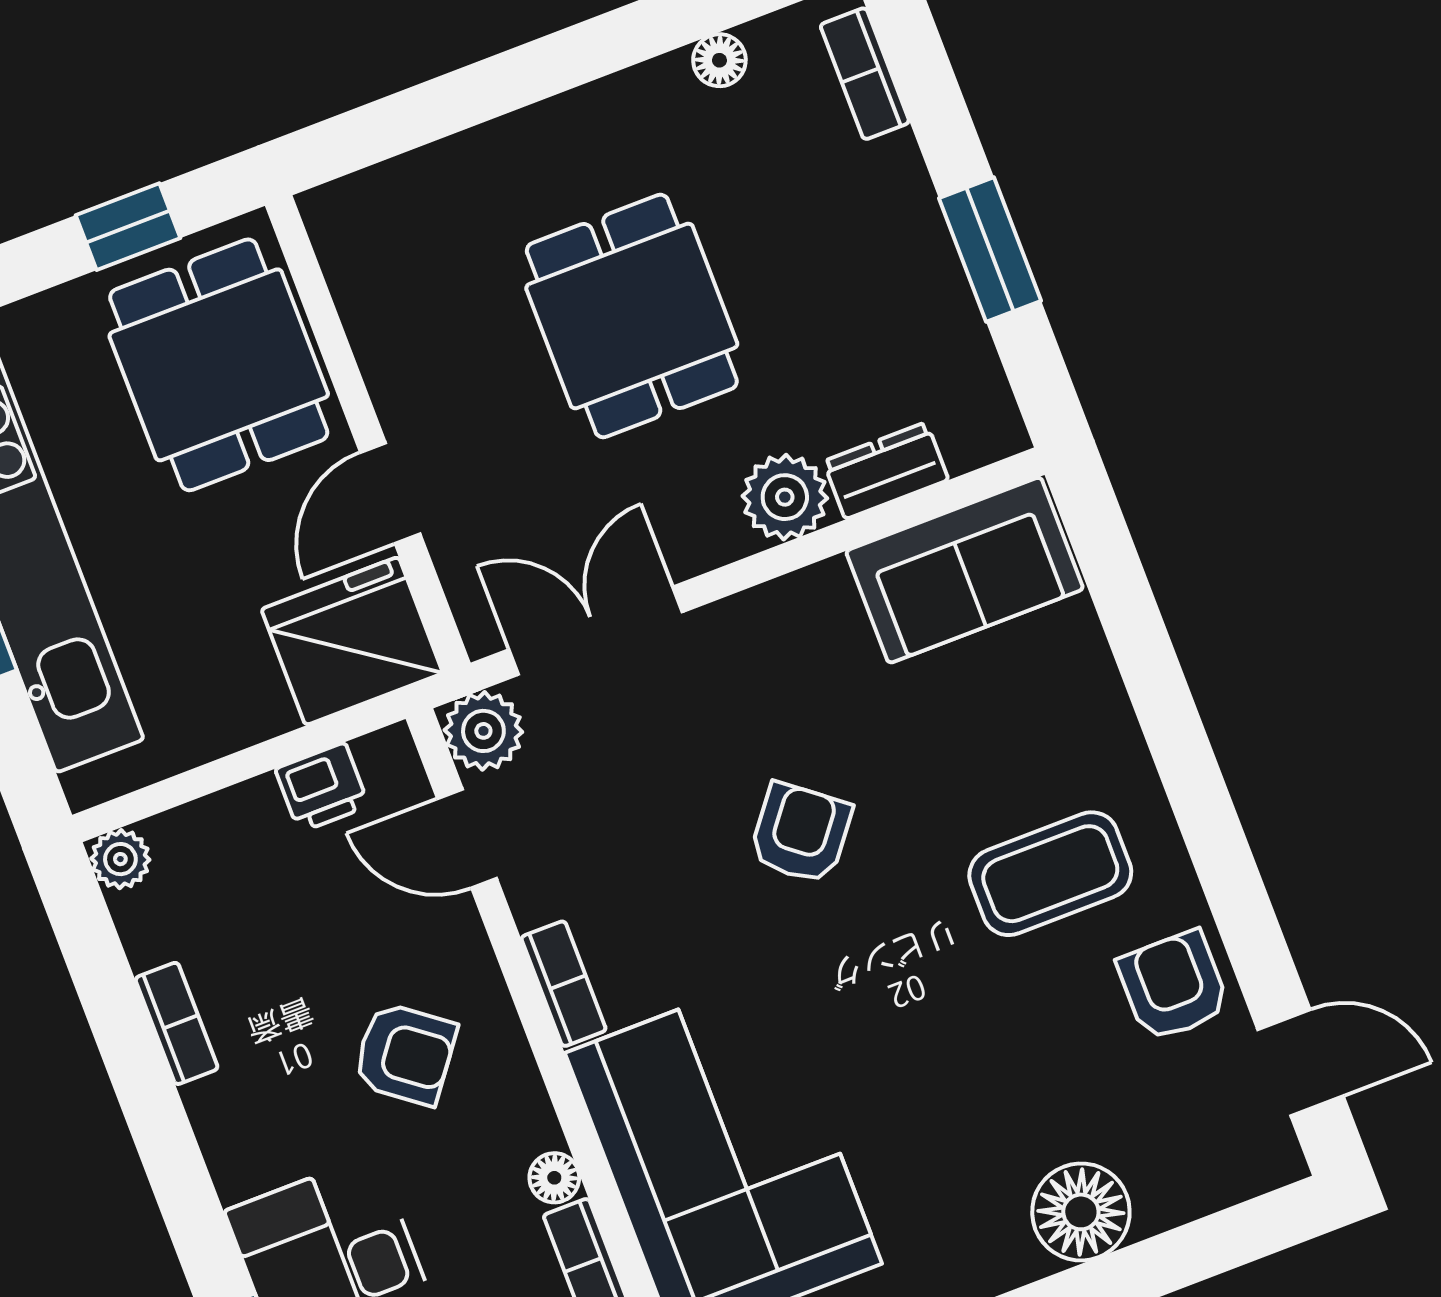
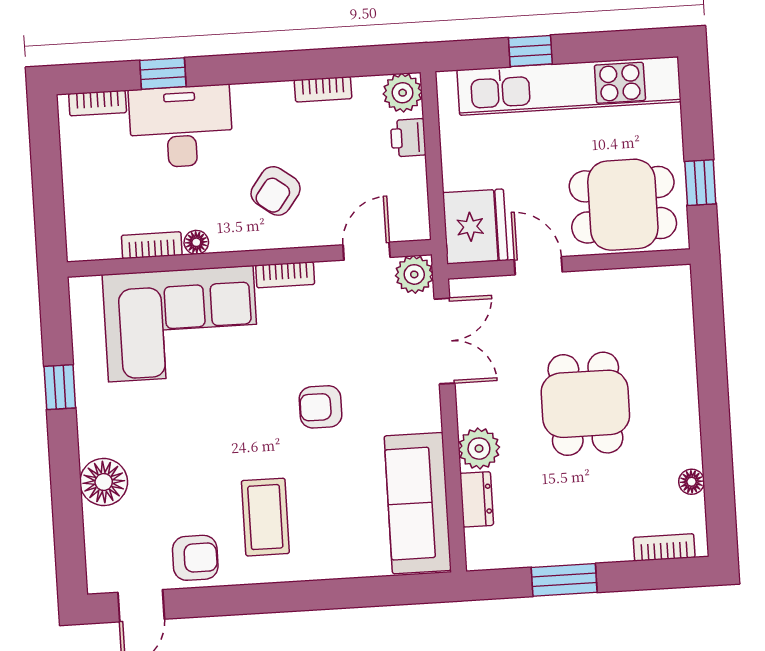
dining table: (632, 316) -> (585, 404), turned 90
sofa: (965, 570) -> (418, 503), width x1.36
printer: (322, 787) -> (408, 138), moved
armchair: (801, 833) -> (321, 407), turned 142
plant: (120, 859) -> (403, 93), width x1.38, depth x1.38

